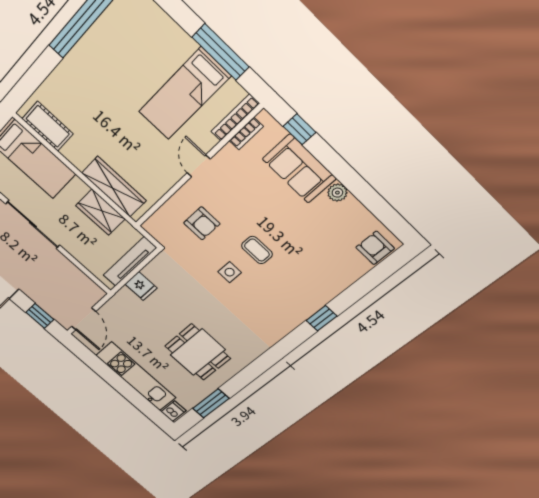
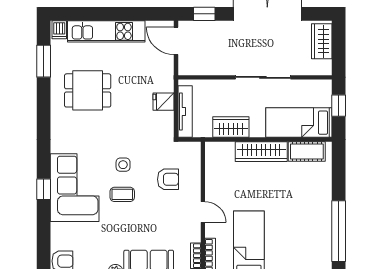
wardrobe: (114, 187) -> (261, 152), moved
armchair: (202, 223) -> (168, 179), turned 180
corner sofa: (293, 294) -> (75, 188), added

